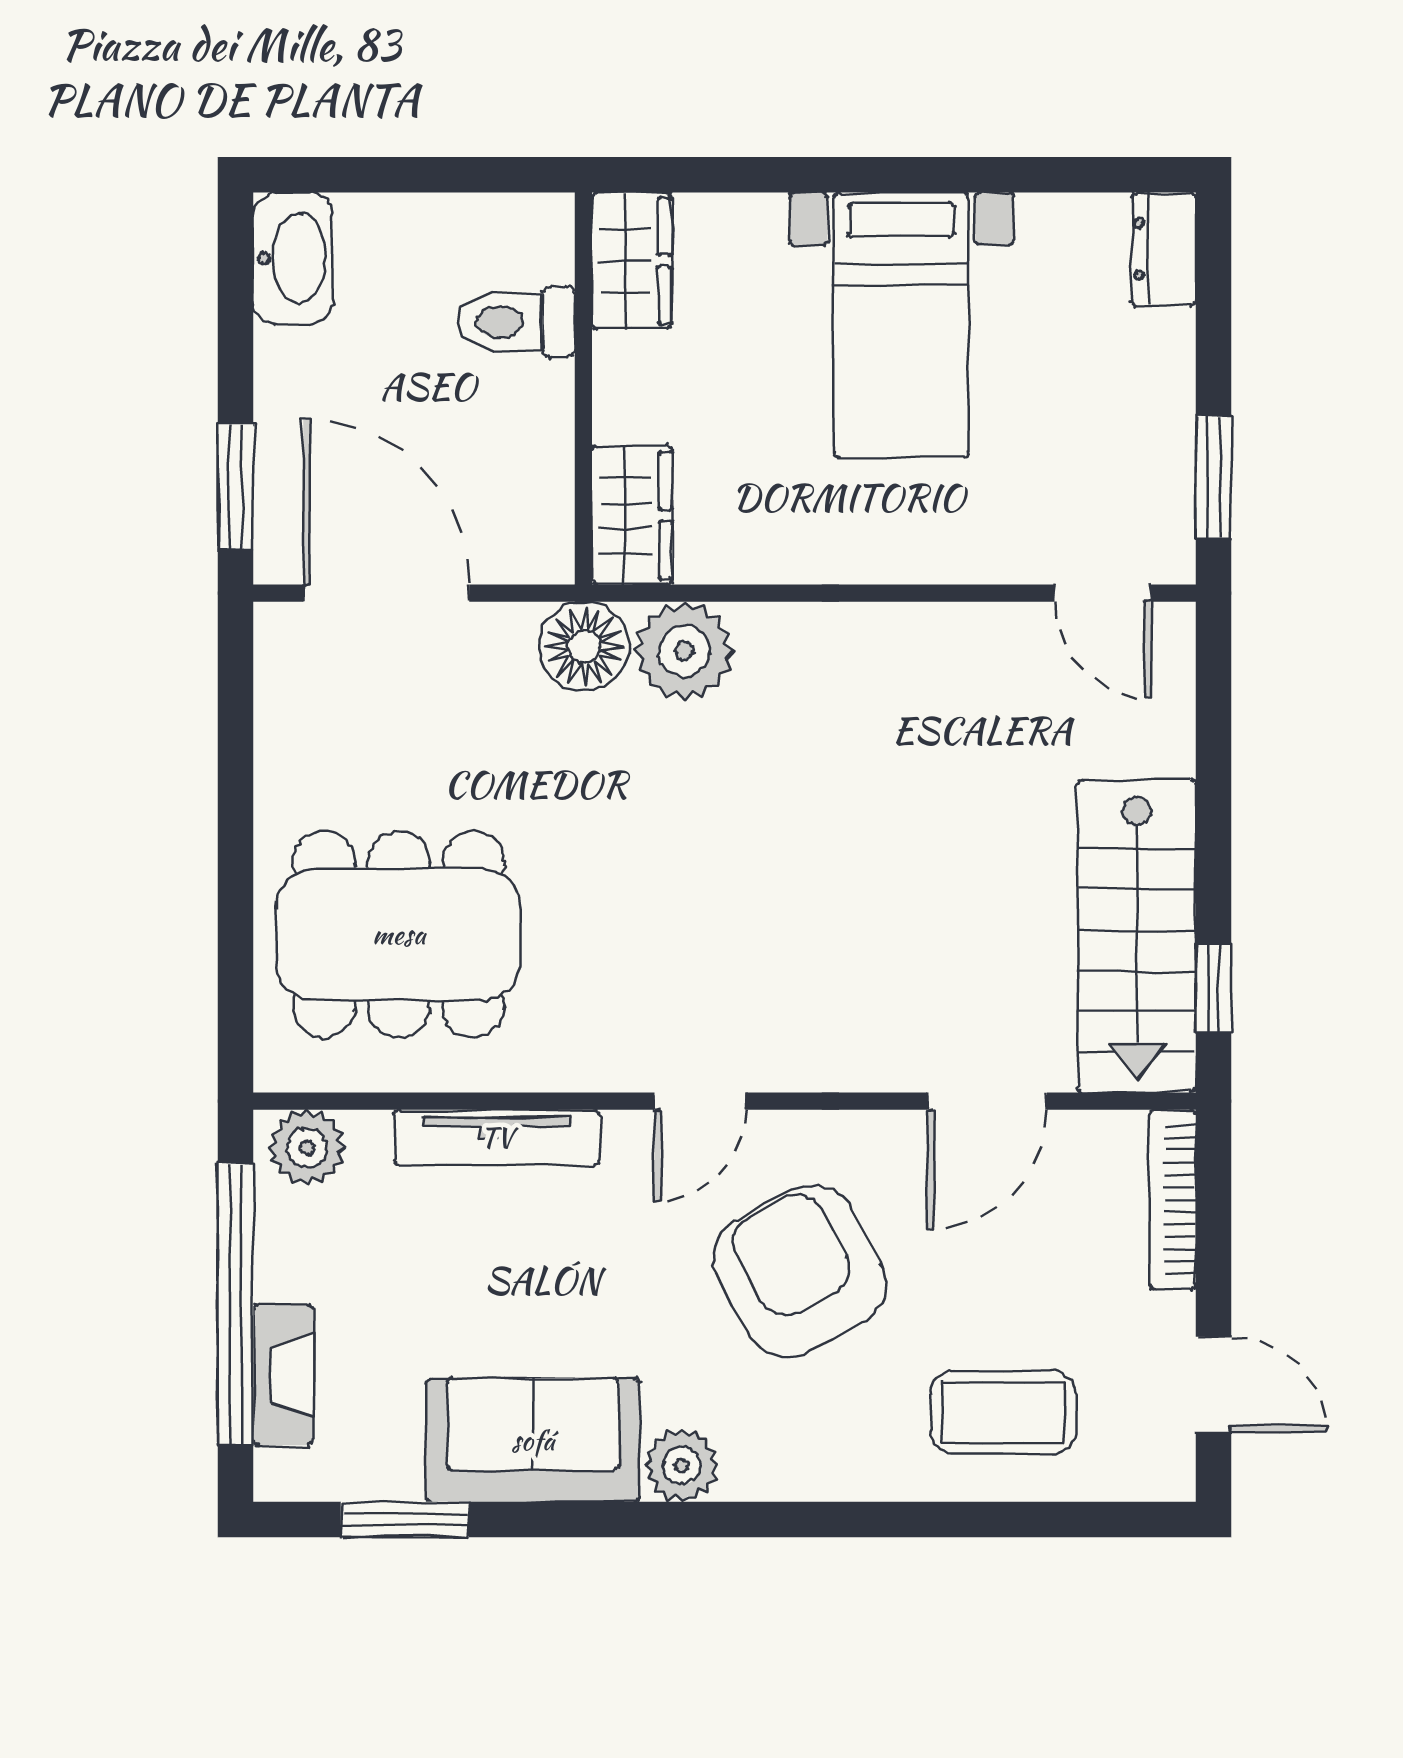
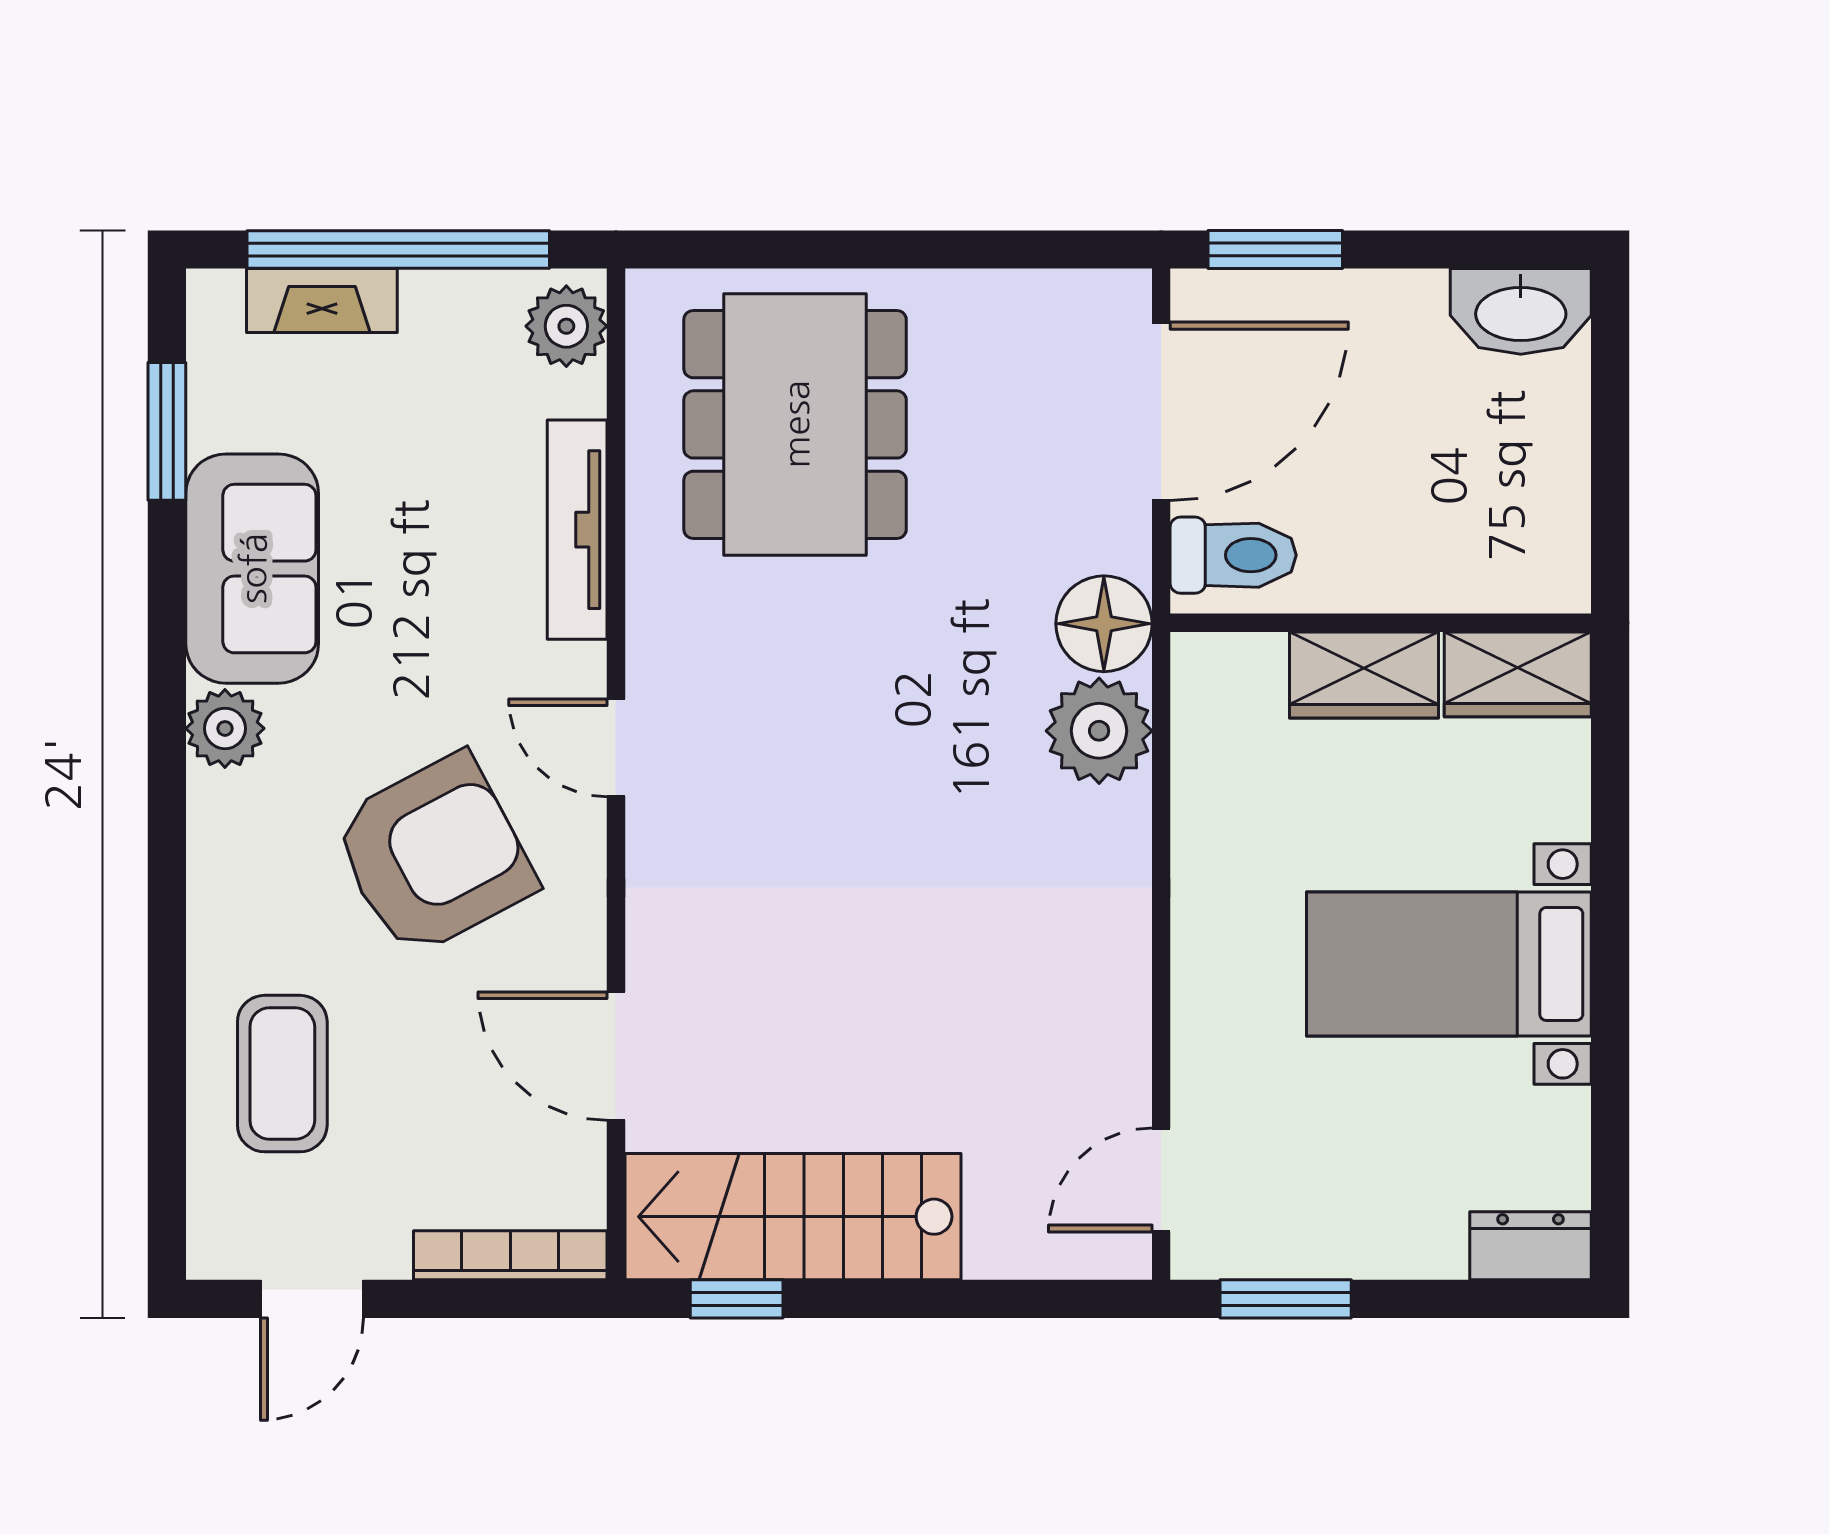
toilet: (516, 322) -> (1233, 555), moved, turned 90
wardrobe: (632, 515) -> (1364, 675), moved

